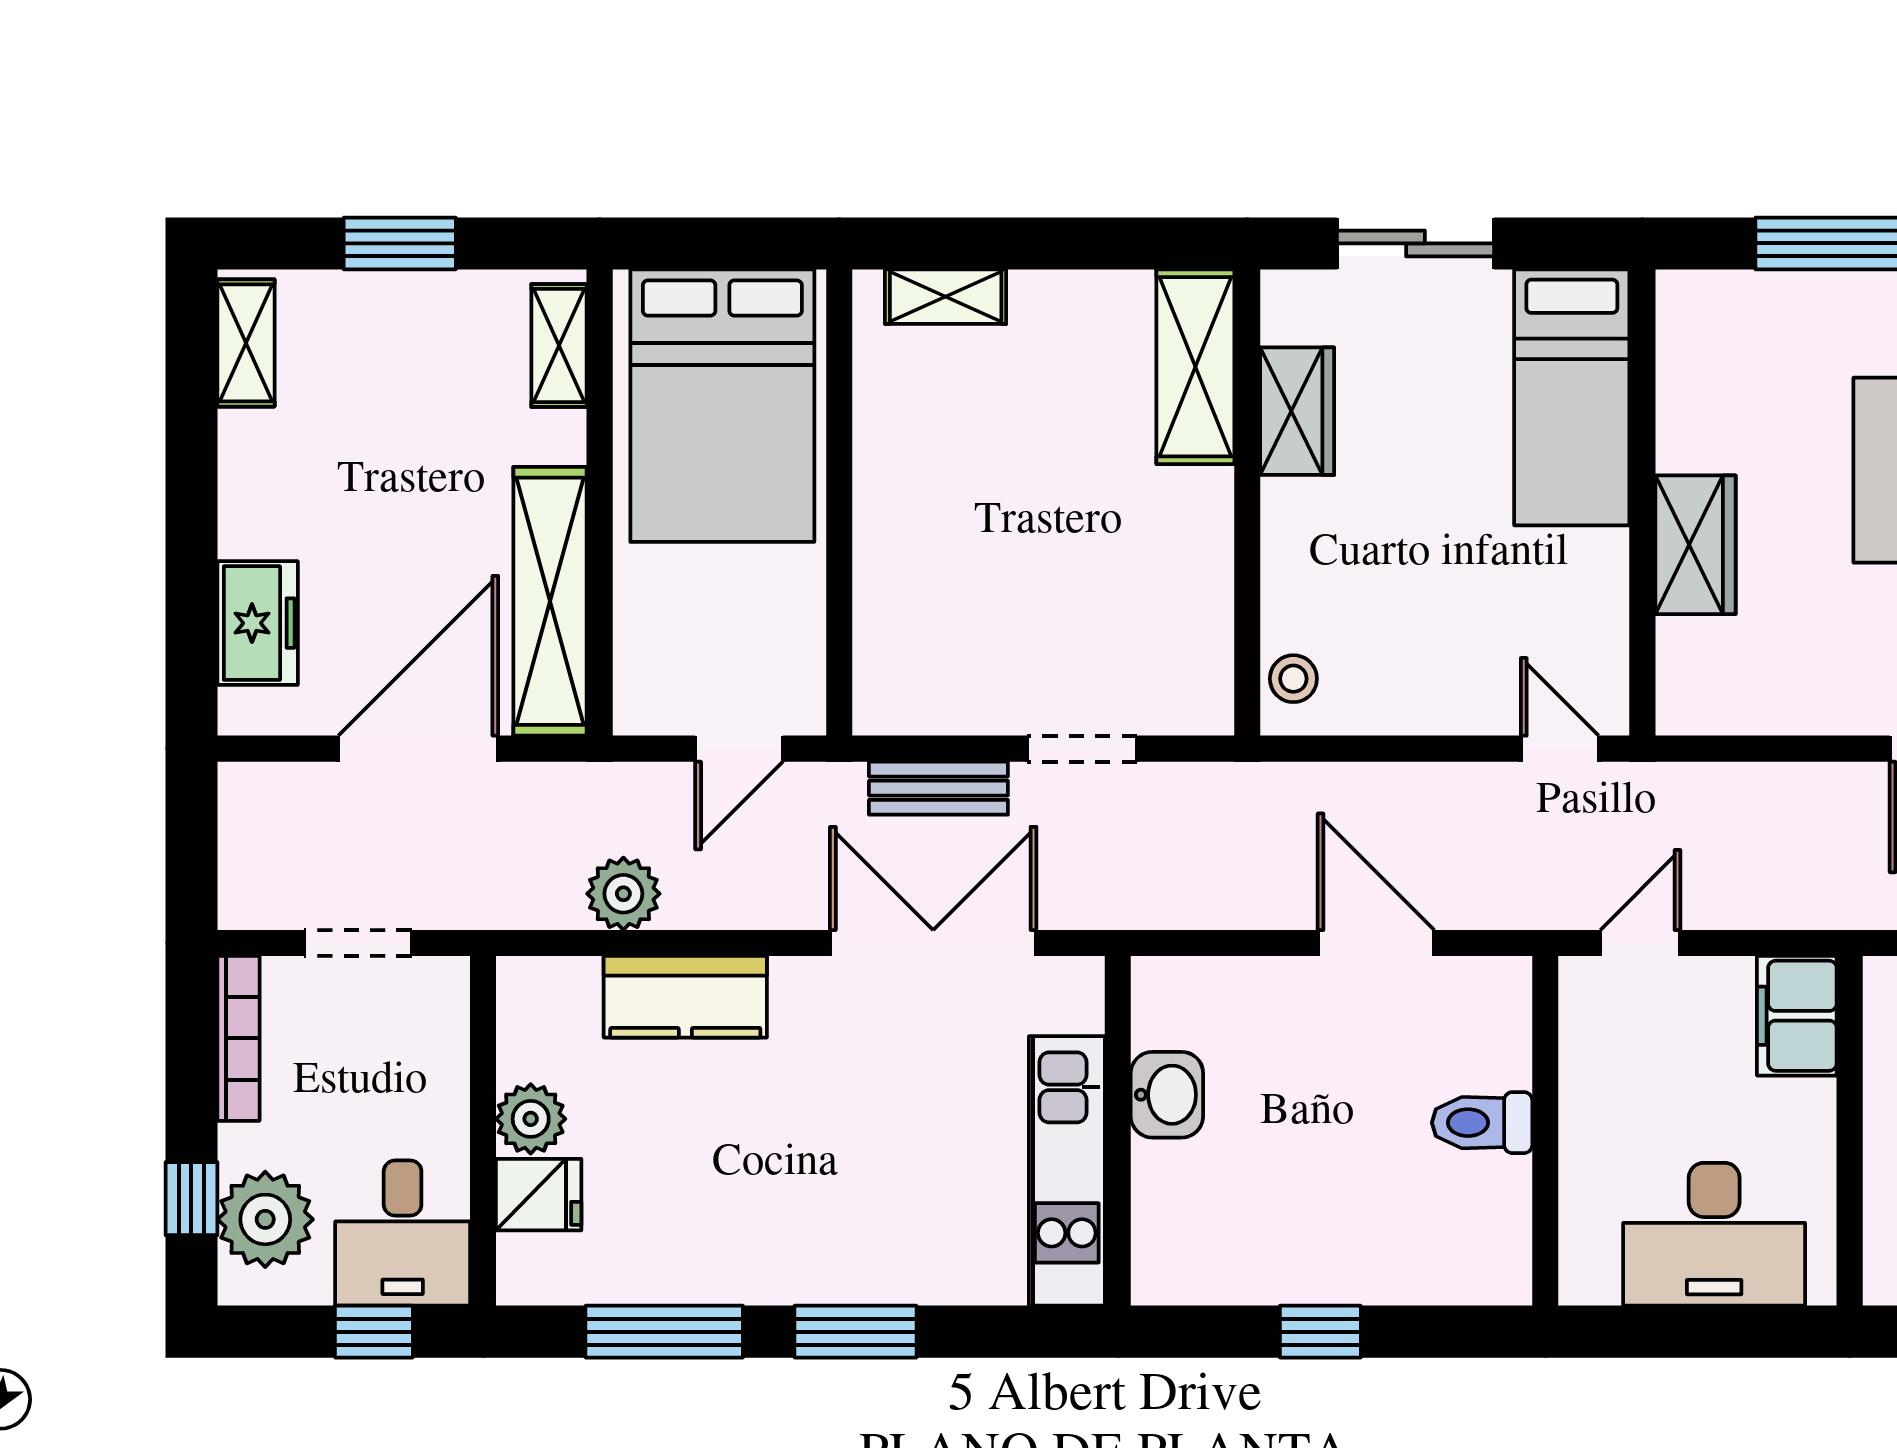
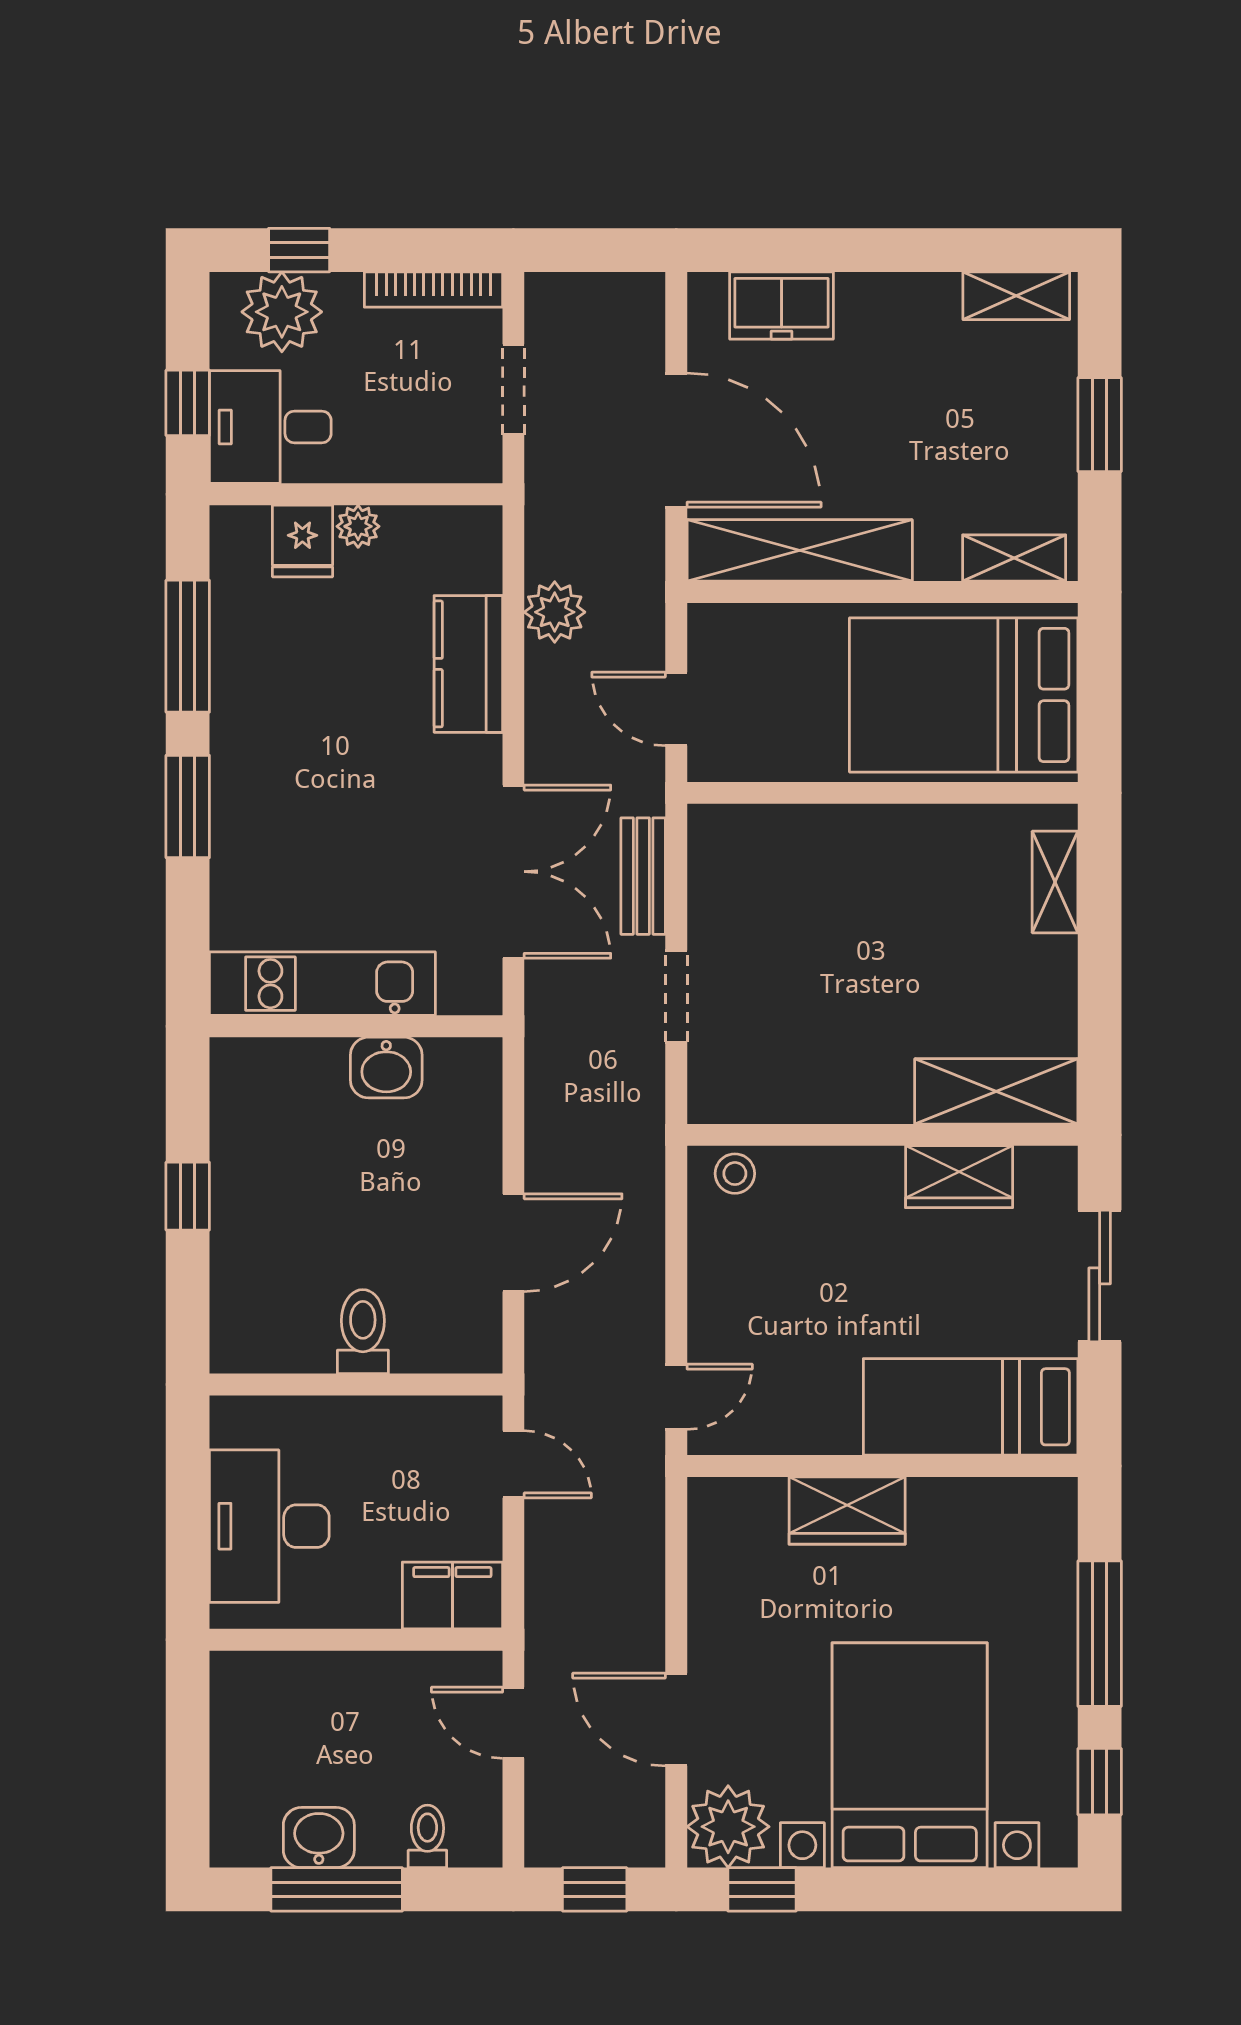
plant: (531, 1119) -> (358, 526), width x0.73, depth x0.73

